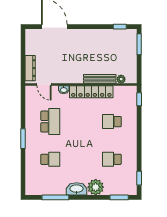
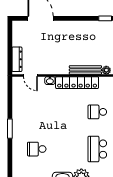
school desk: (50, 122) -> (37, 112), removed
school desk: (50, 159) -> (37, 149), turned 180
school desk: (112, 159) -> (97, 149), width x1.85

